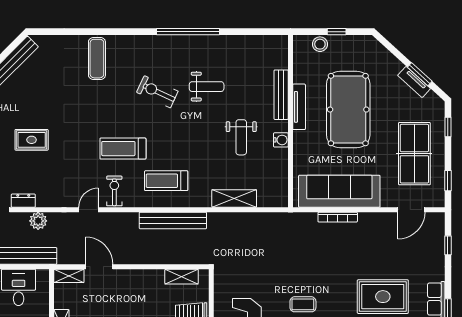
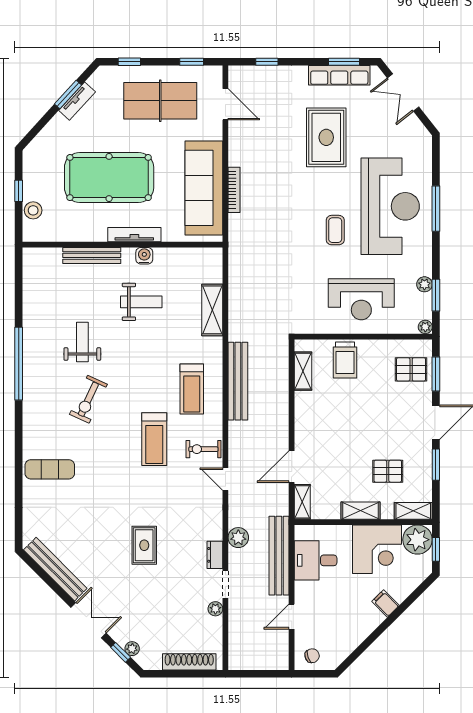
tv unit: (299, 107) -> (134, 235), moved

